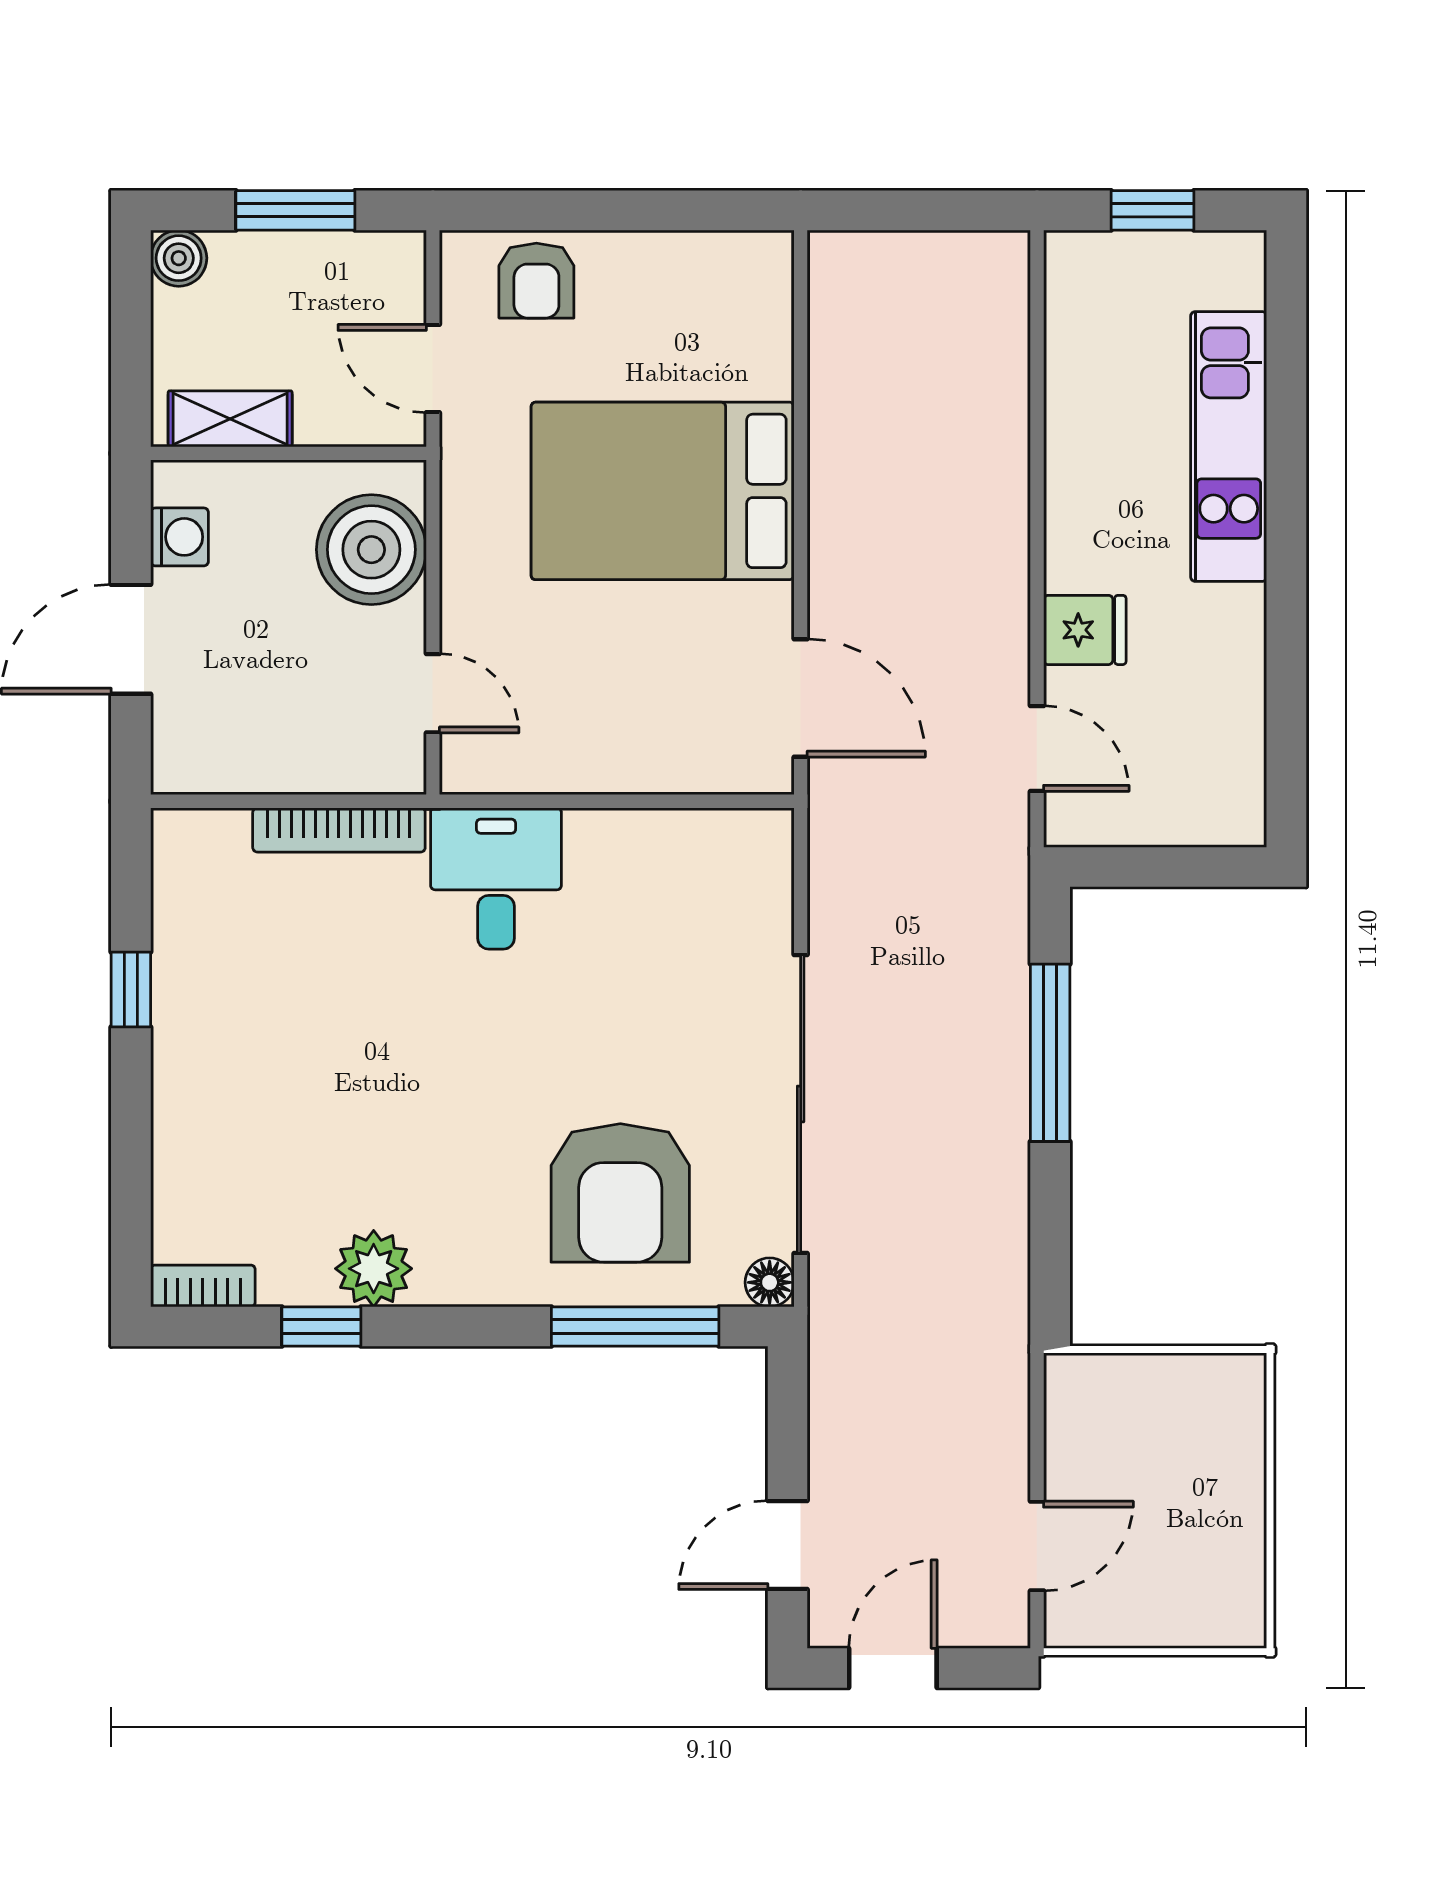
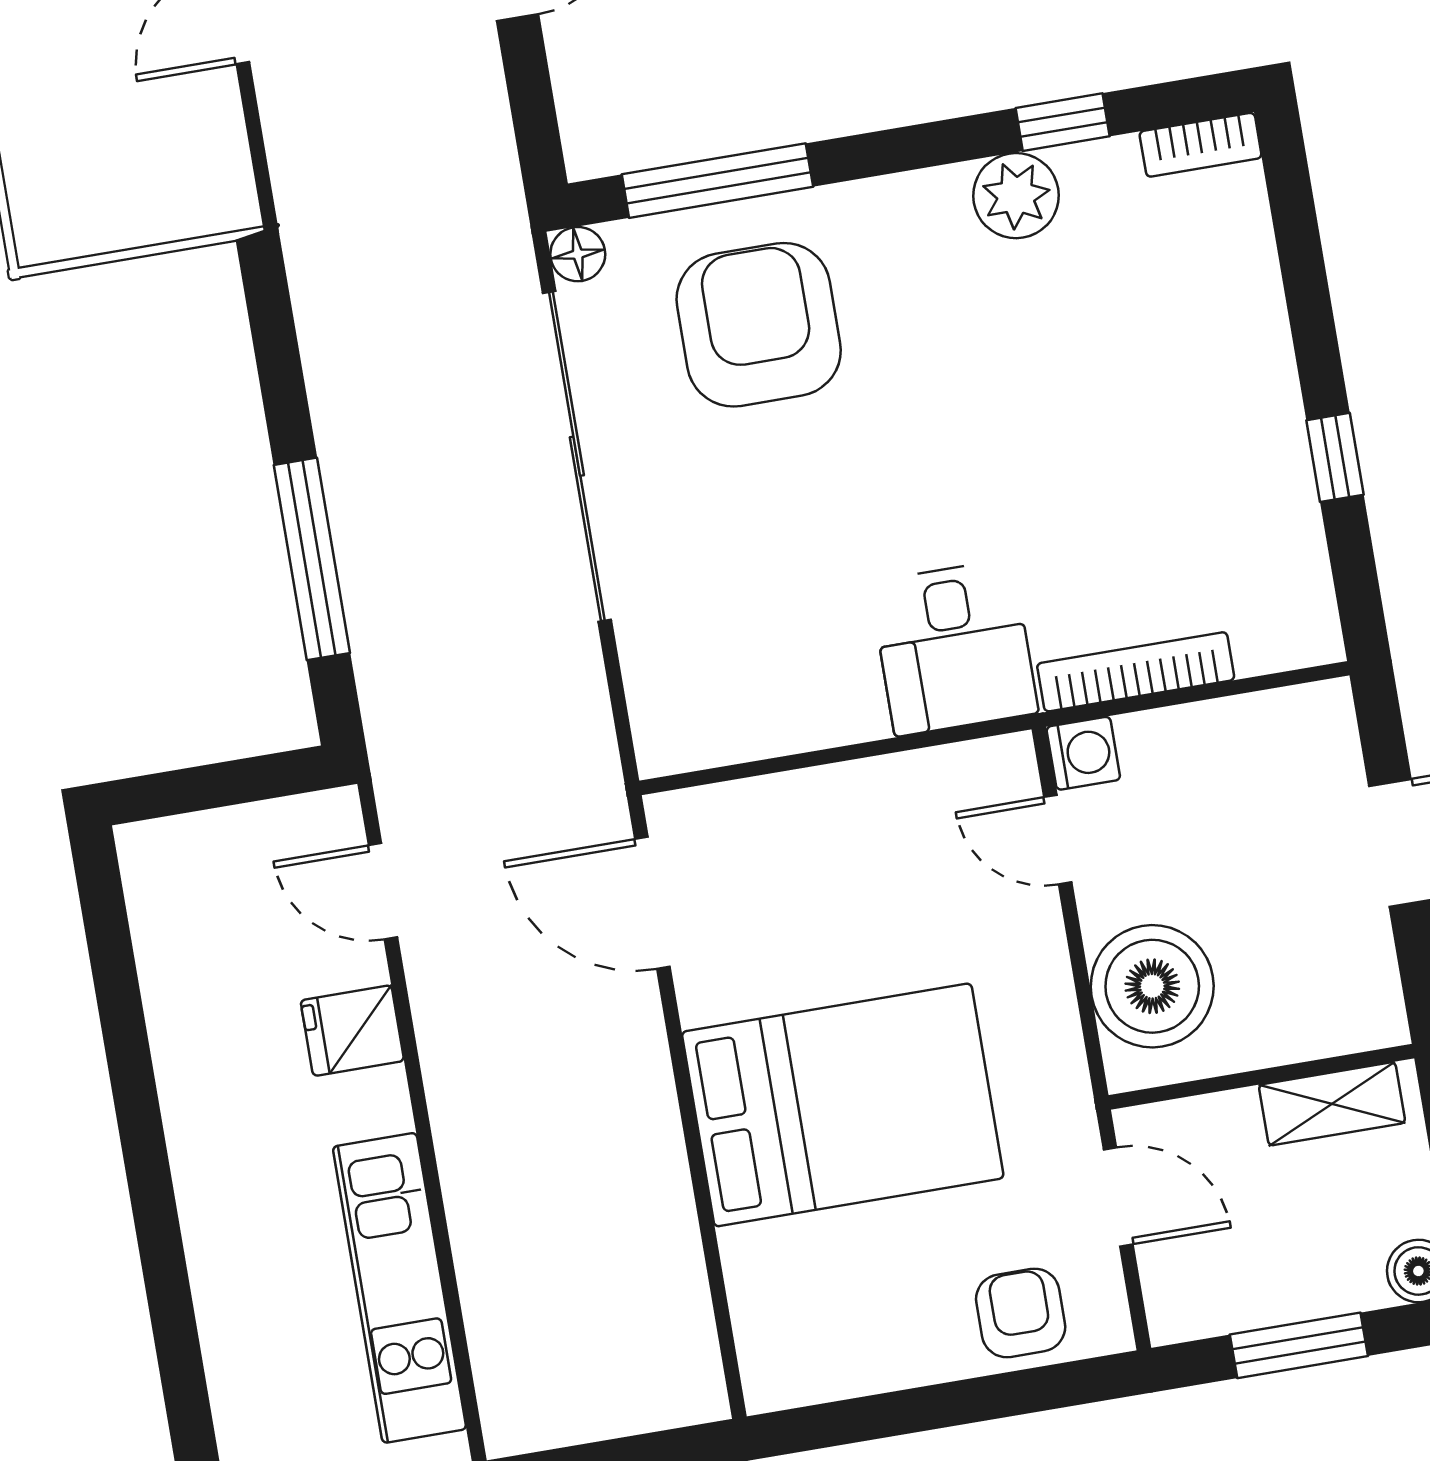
kitchen unit: (1229, 447) -> (400, 1288), moved, turned 180
washing machine: (180, 537) -> (1083, 753), moved, turned 180

